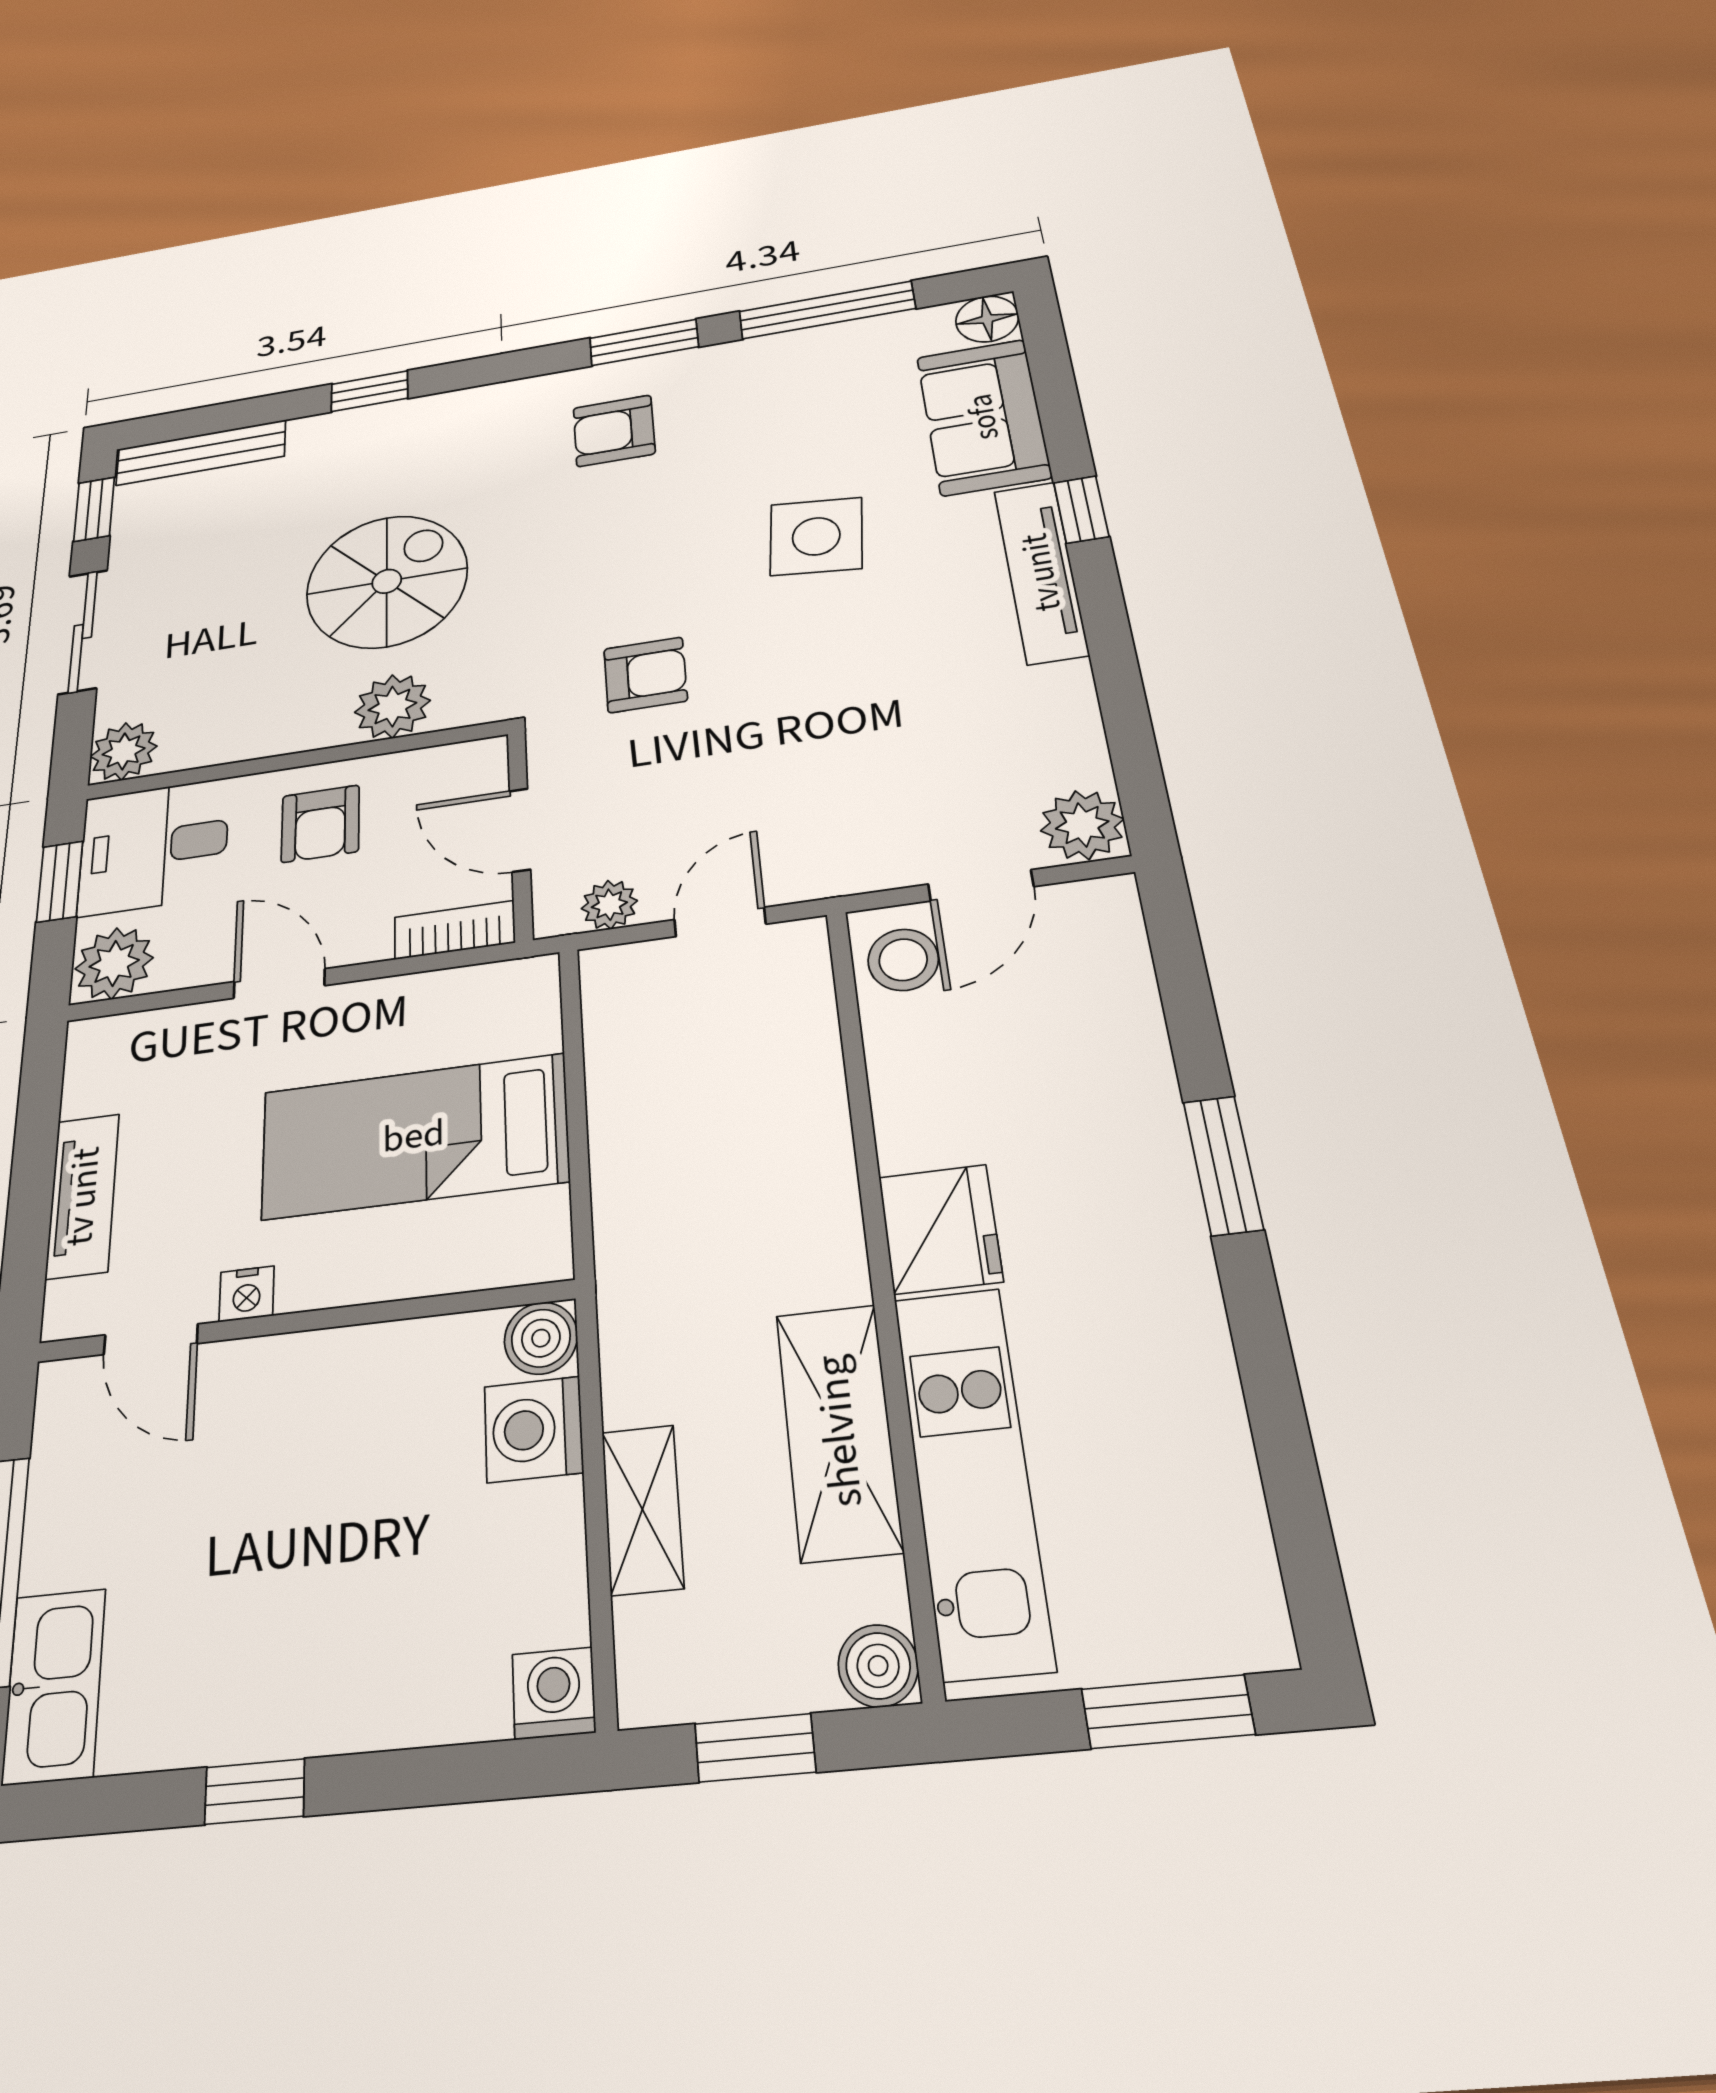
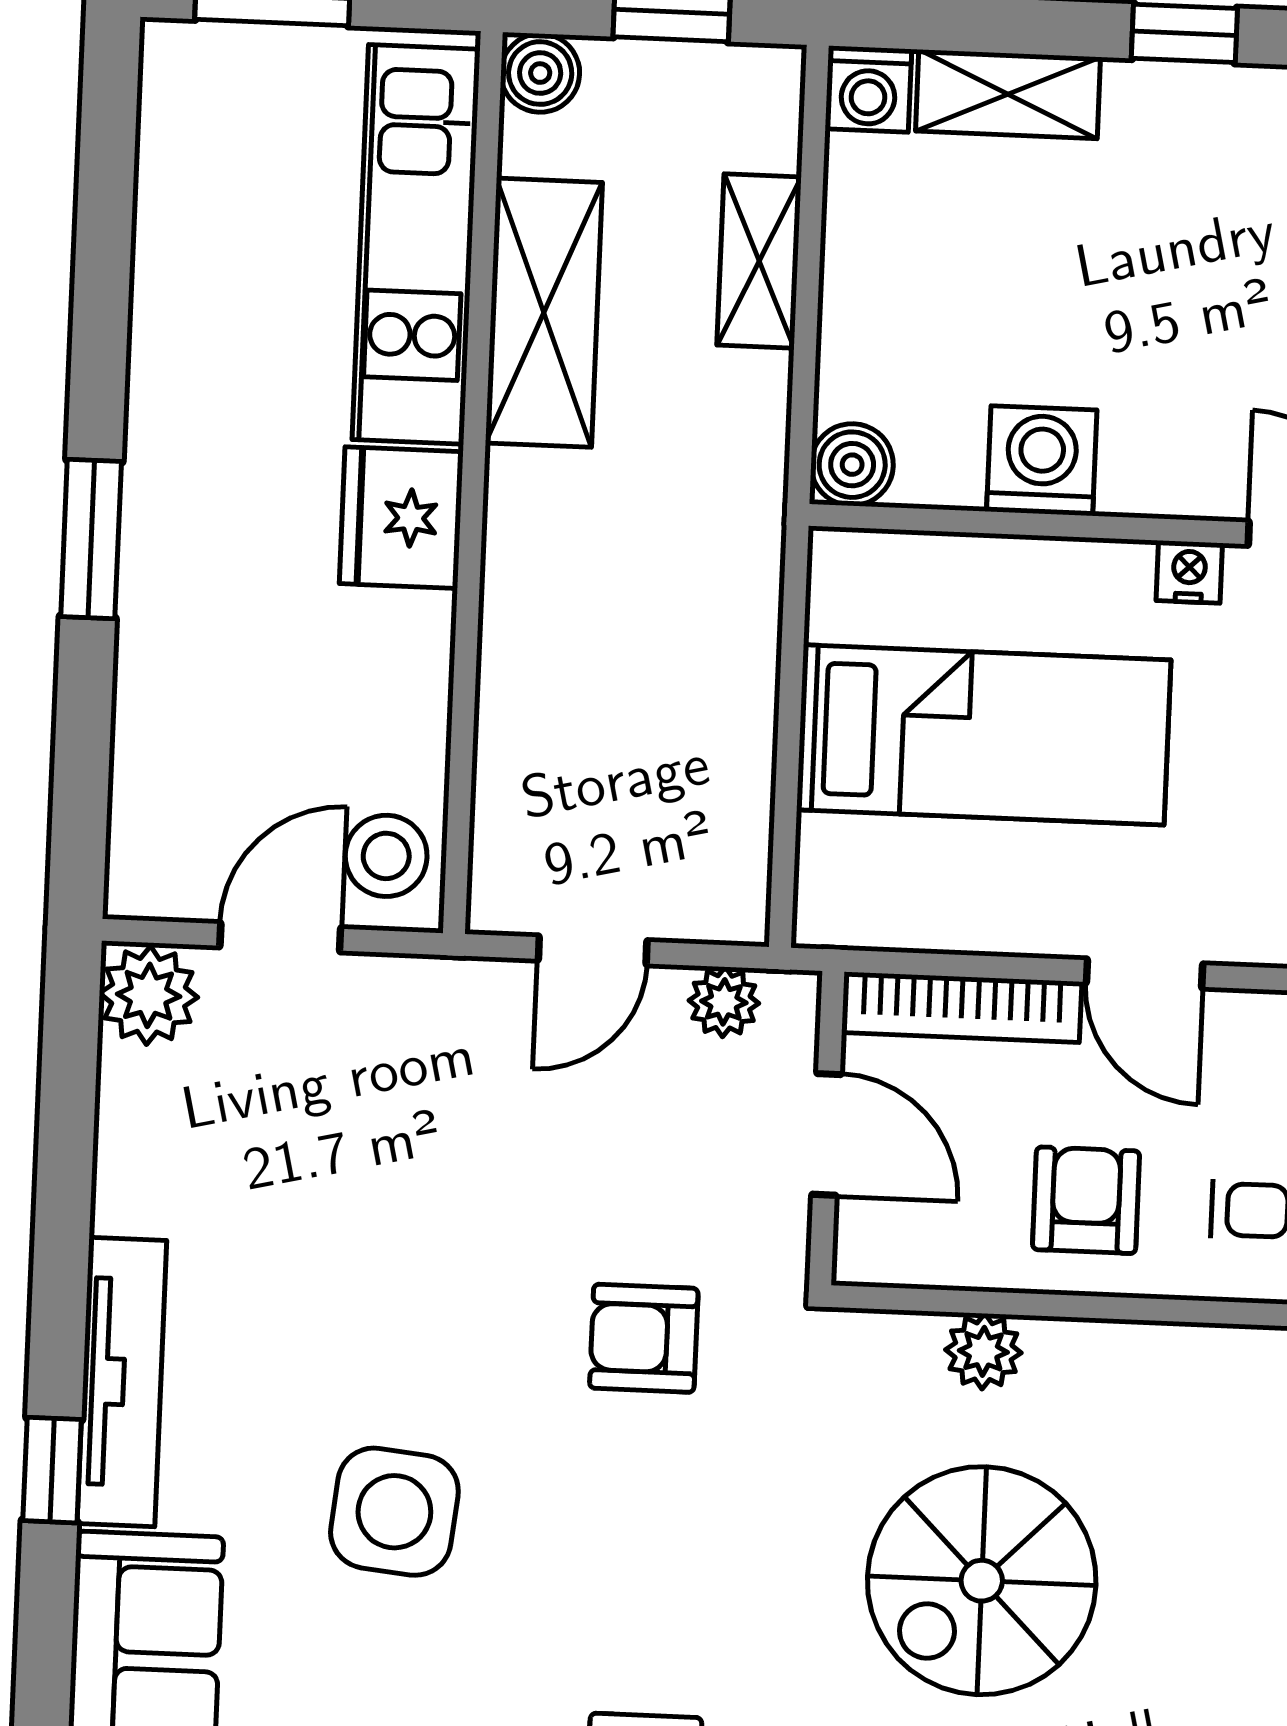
plant: (392, 706) -> (983, 1351), width x0.73, depth x0.73
bookcase: (454, 930) -> (962, 1007), width x1.56
washing machine: (533, 1429) -> (1042, 461), moved, turned -90
shelving: (420, 1706) -> (1008, 94), added

